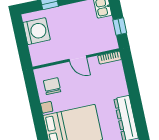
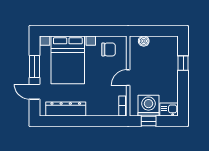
washing machine: (37, 31) -> (149, 106), moved, turned 180
boiler: (35, 50) -> (144, 41), added

